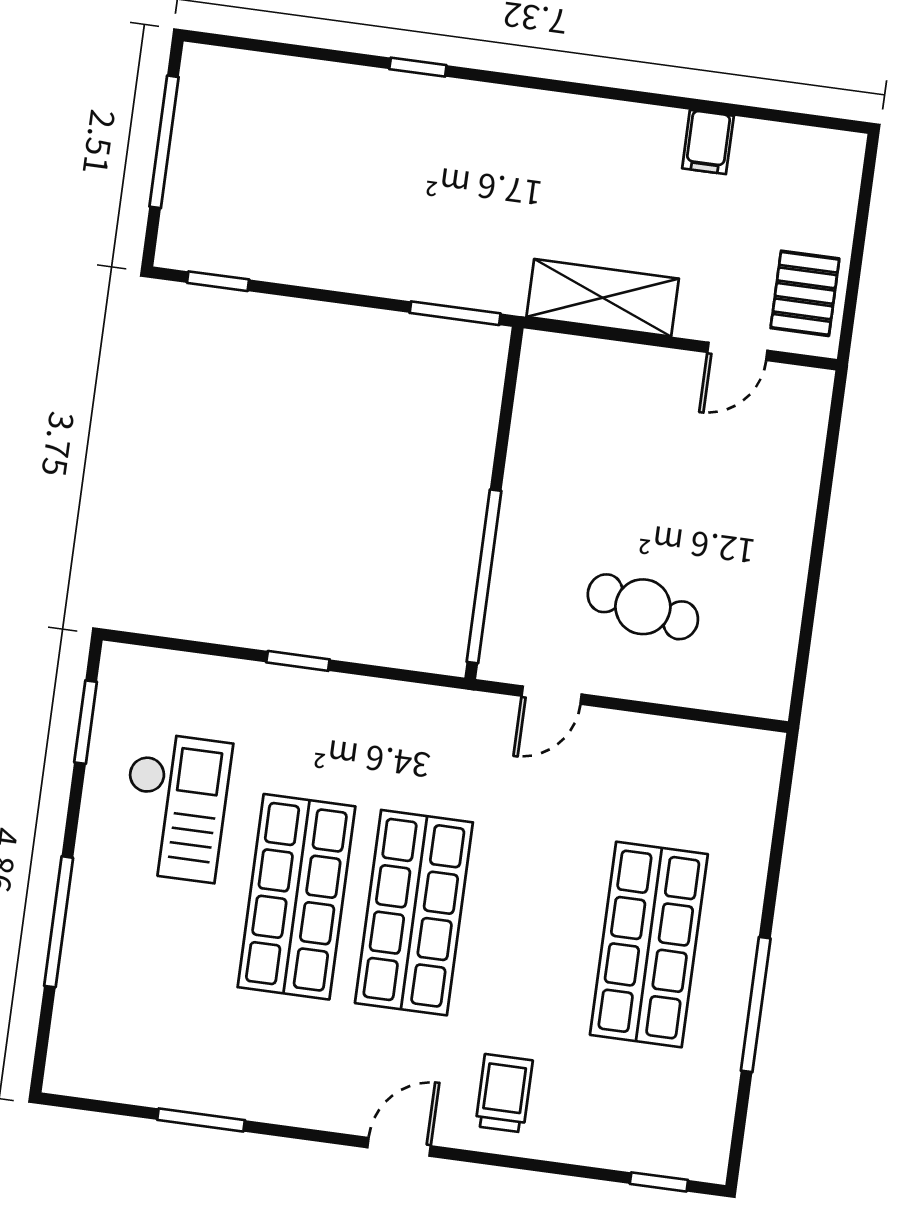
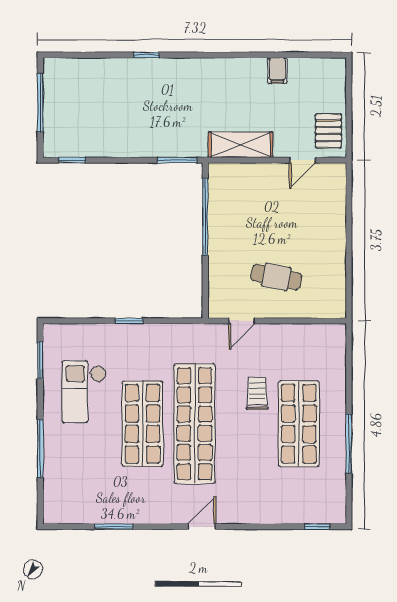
window: (484, 576) -> (205, 217), moved
checkout: (175, 807) -> (84, 392), turned 180
shop shelf: (414, 913) -> (195, 424), width x1.40
trolley: (504, 1093) -> (257, 393), moved

